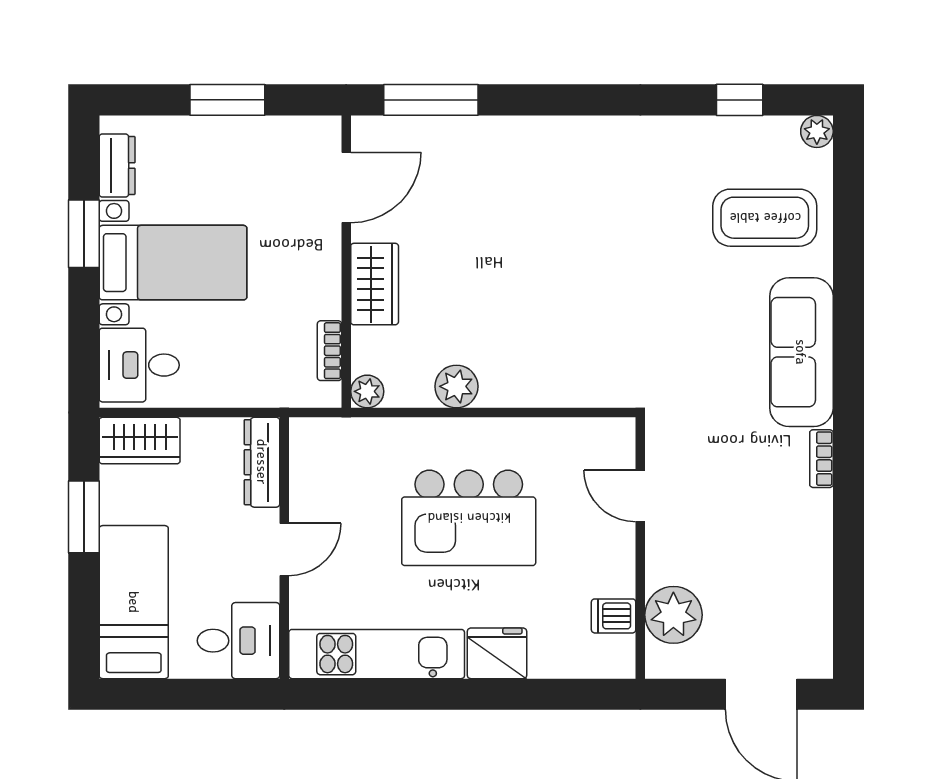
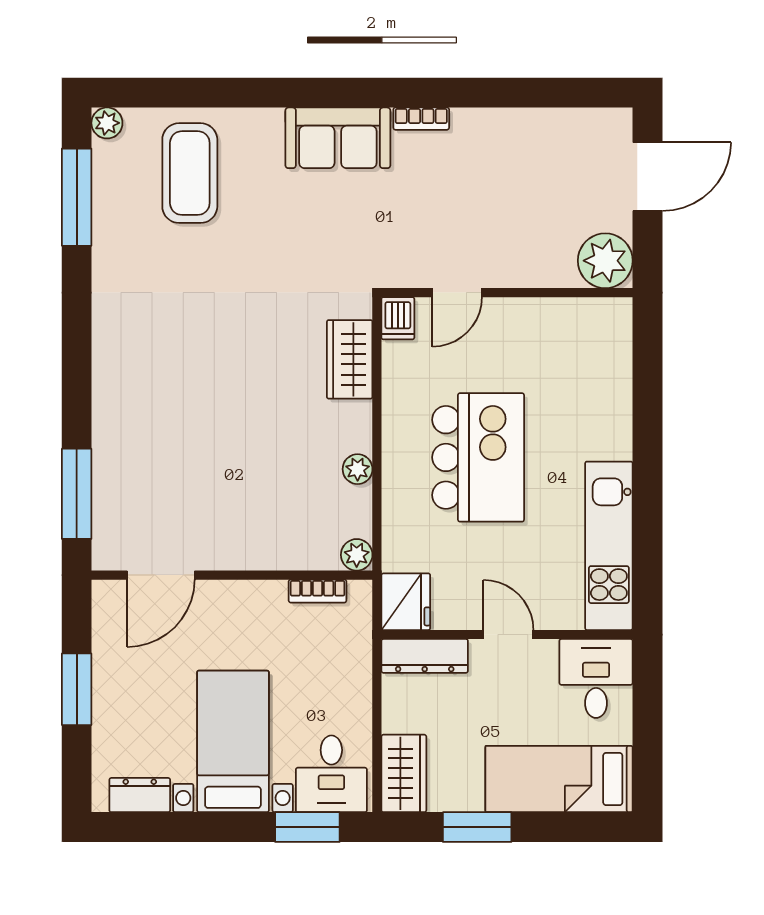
window: (740, 100) -> (77, 197), width x2.17
door: (346, 187) -> (161, 575), swing flipped
window: (84, 234) -> (307, 827), moved
wardrobe: (375, 284) -> (350, 359), moved, turned -90
sofa: (801, 352) -> (338, 138), width x0.73
plant: (456, 386) -> (358, 469), width x0.73, depth x0.73
plant: (673, 615) -> (605, 261), moved
dishwasher: (614, 616) -> (398, 318), moved
fridge: (497, 653) -> (406, 602), moved, turned 180

